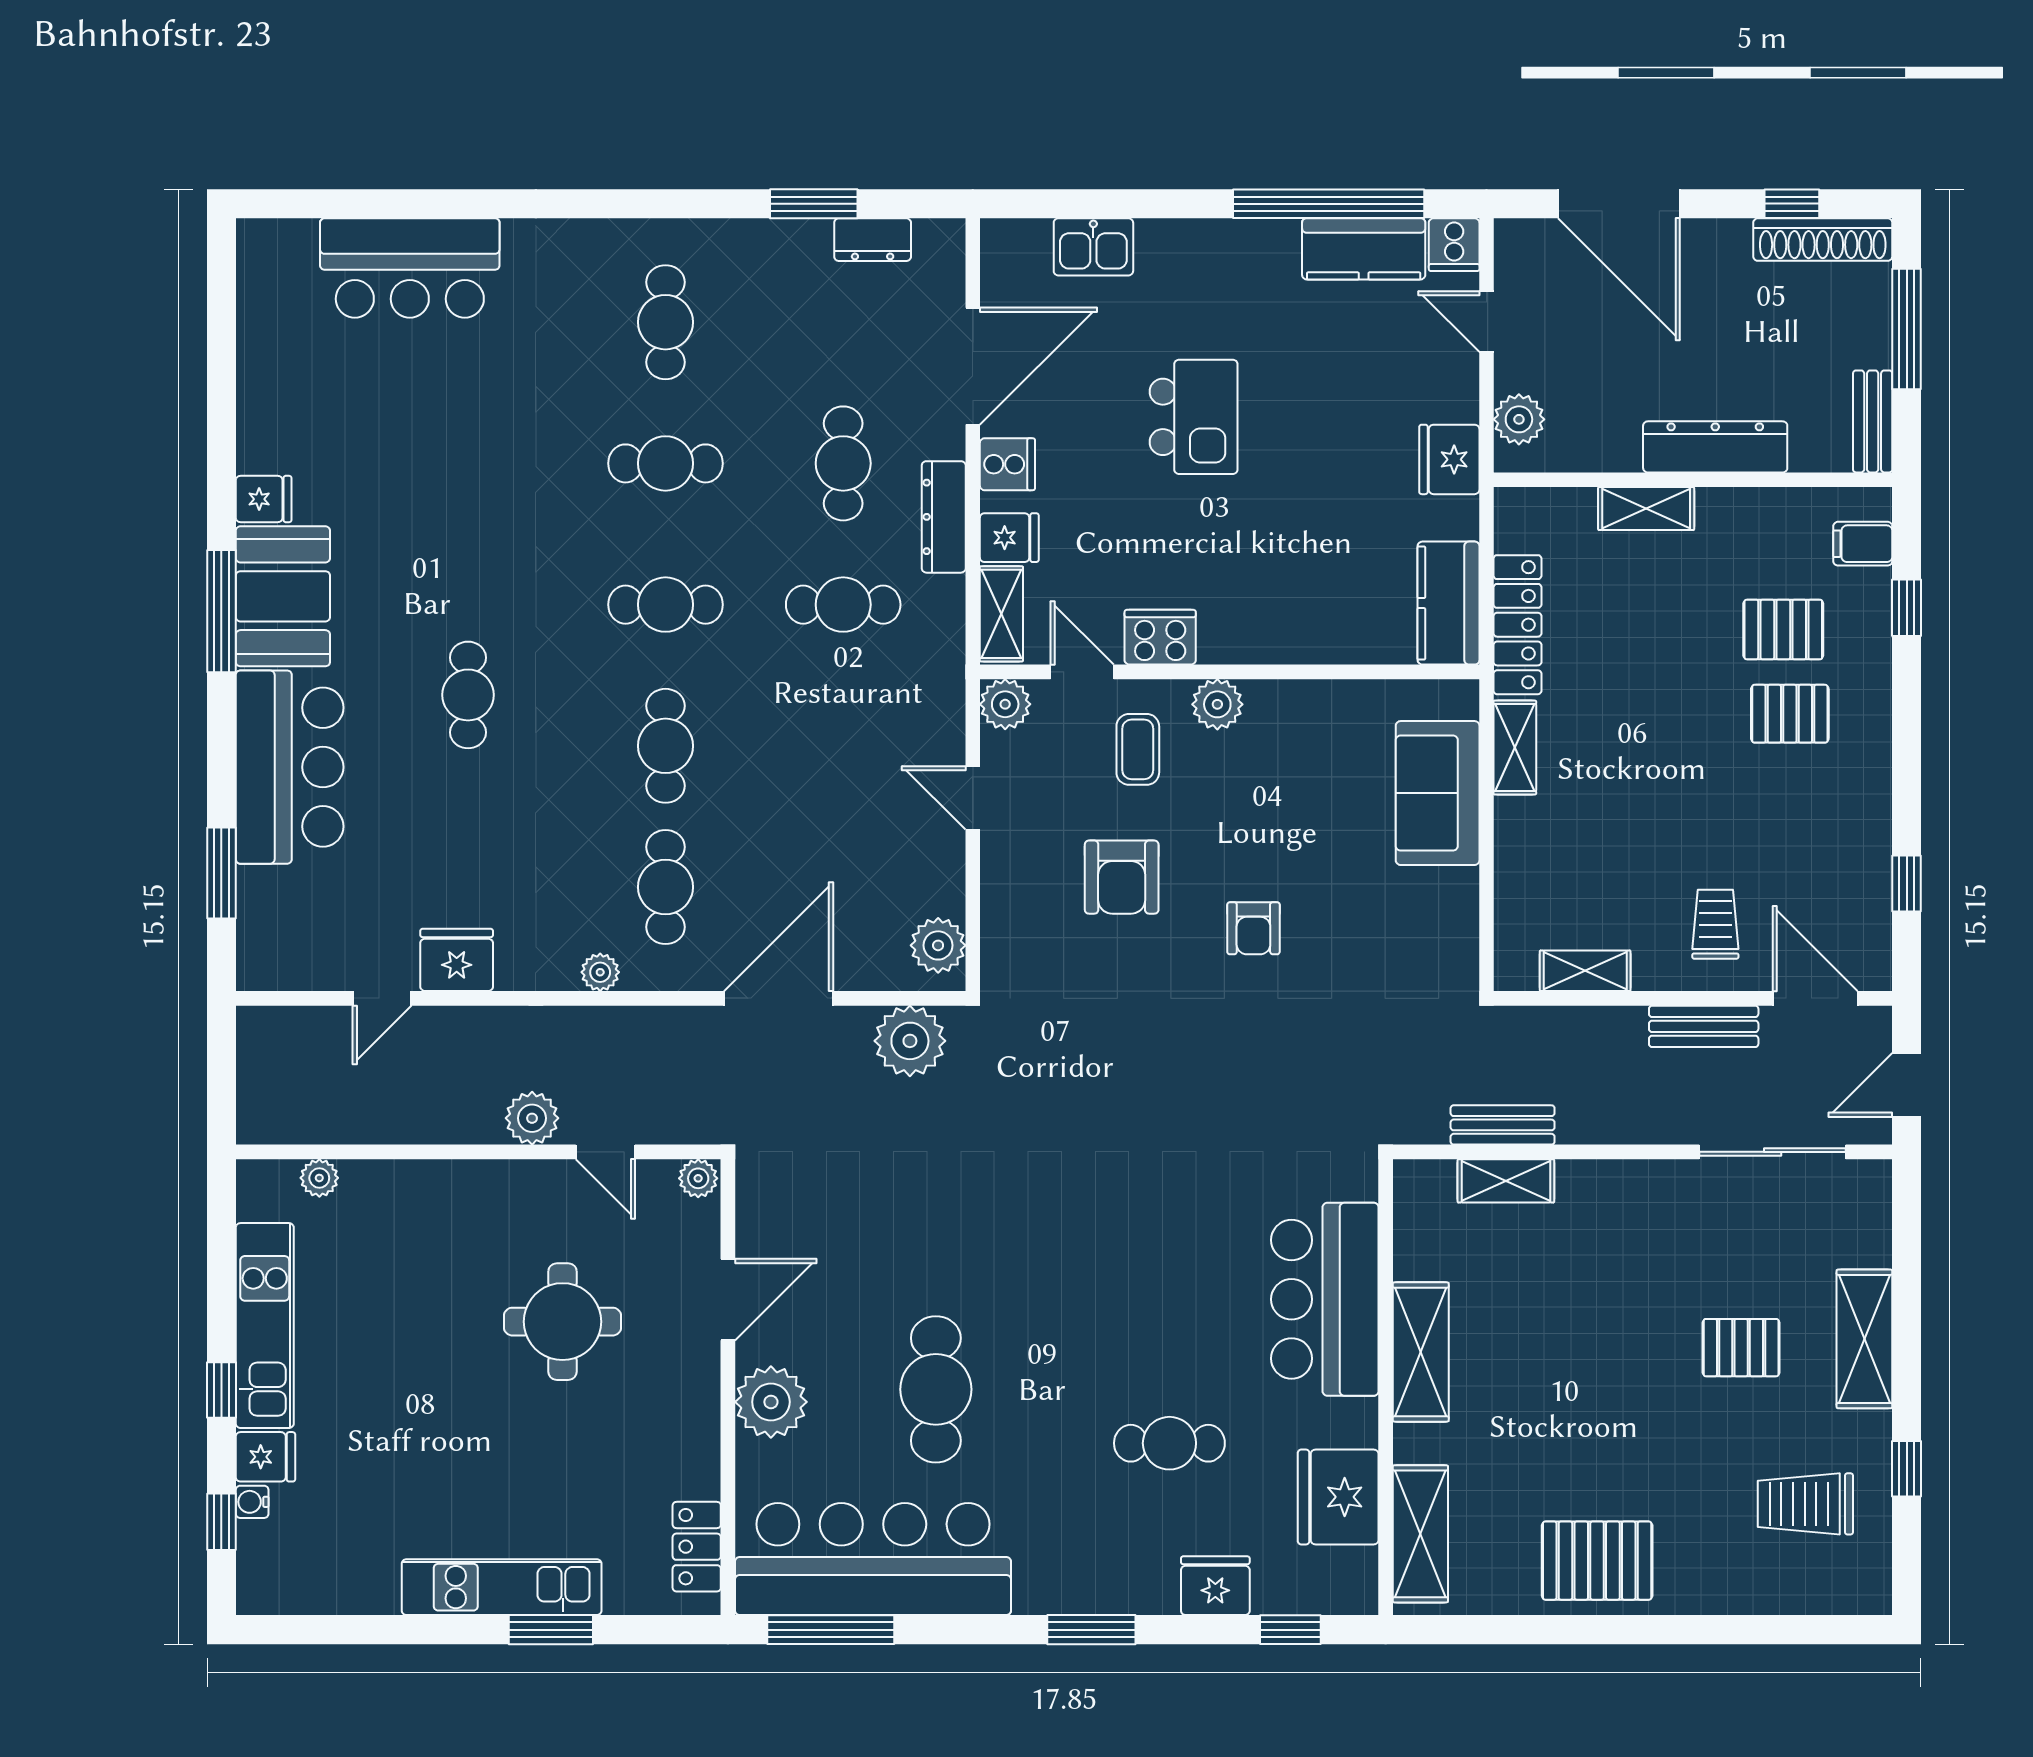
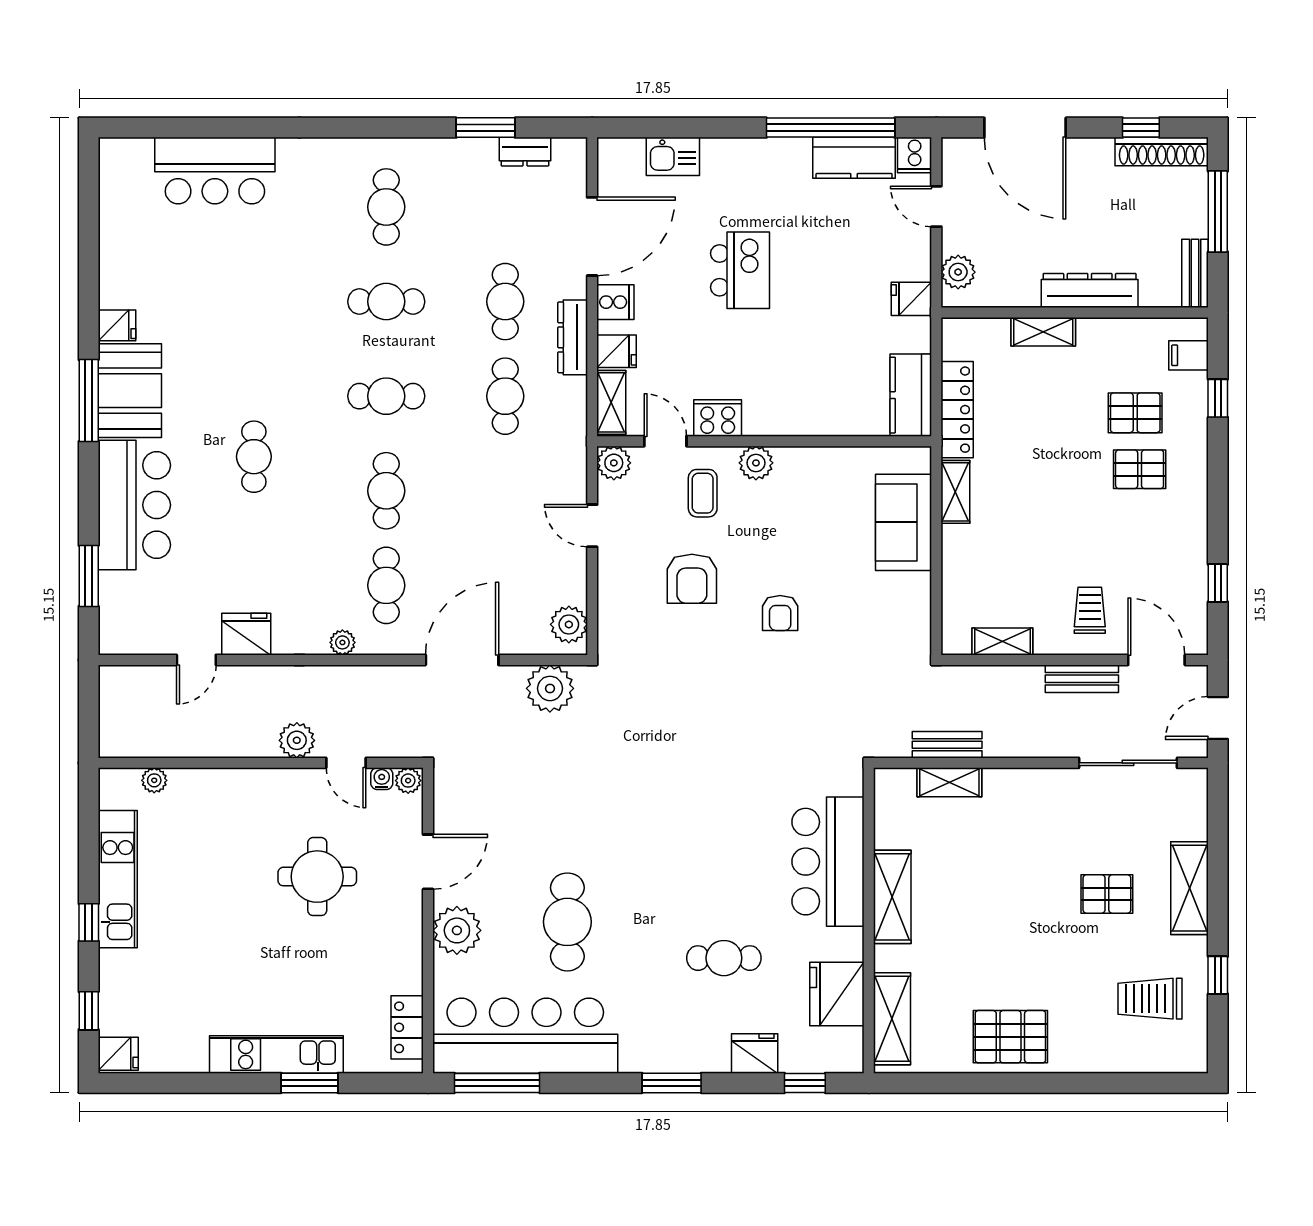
fridge: (1449, 459) -> (911, 299), width x0.72
cafe table: (843, 605) -> (505, 396), turned 90
fridge: (265, 1457) -> (118, 1054), moved
water cooler: (252, 1502) -> (382, 779), moved, turned 90

